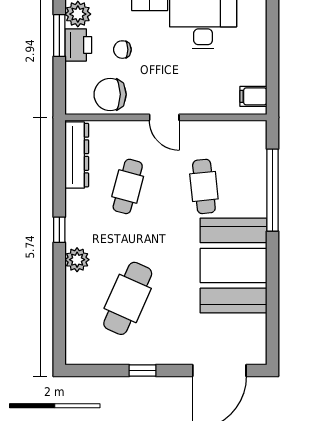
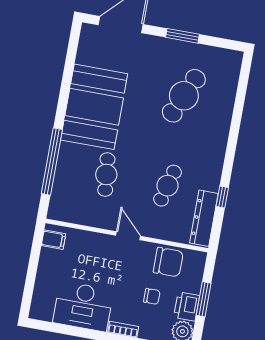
window: (59, 36) -> (204, 299), moved
window: (59, 230) -> (222, 197), moved
plant: (77, 260) -> (219, 134), removed
window: (142, 370) -> (183, 36), width x1.50

